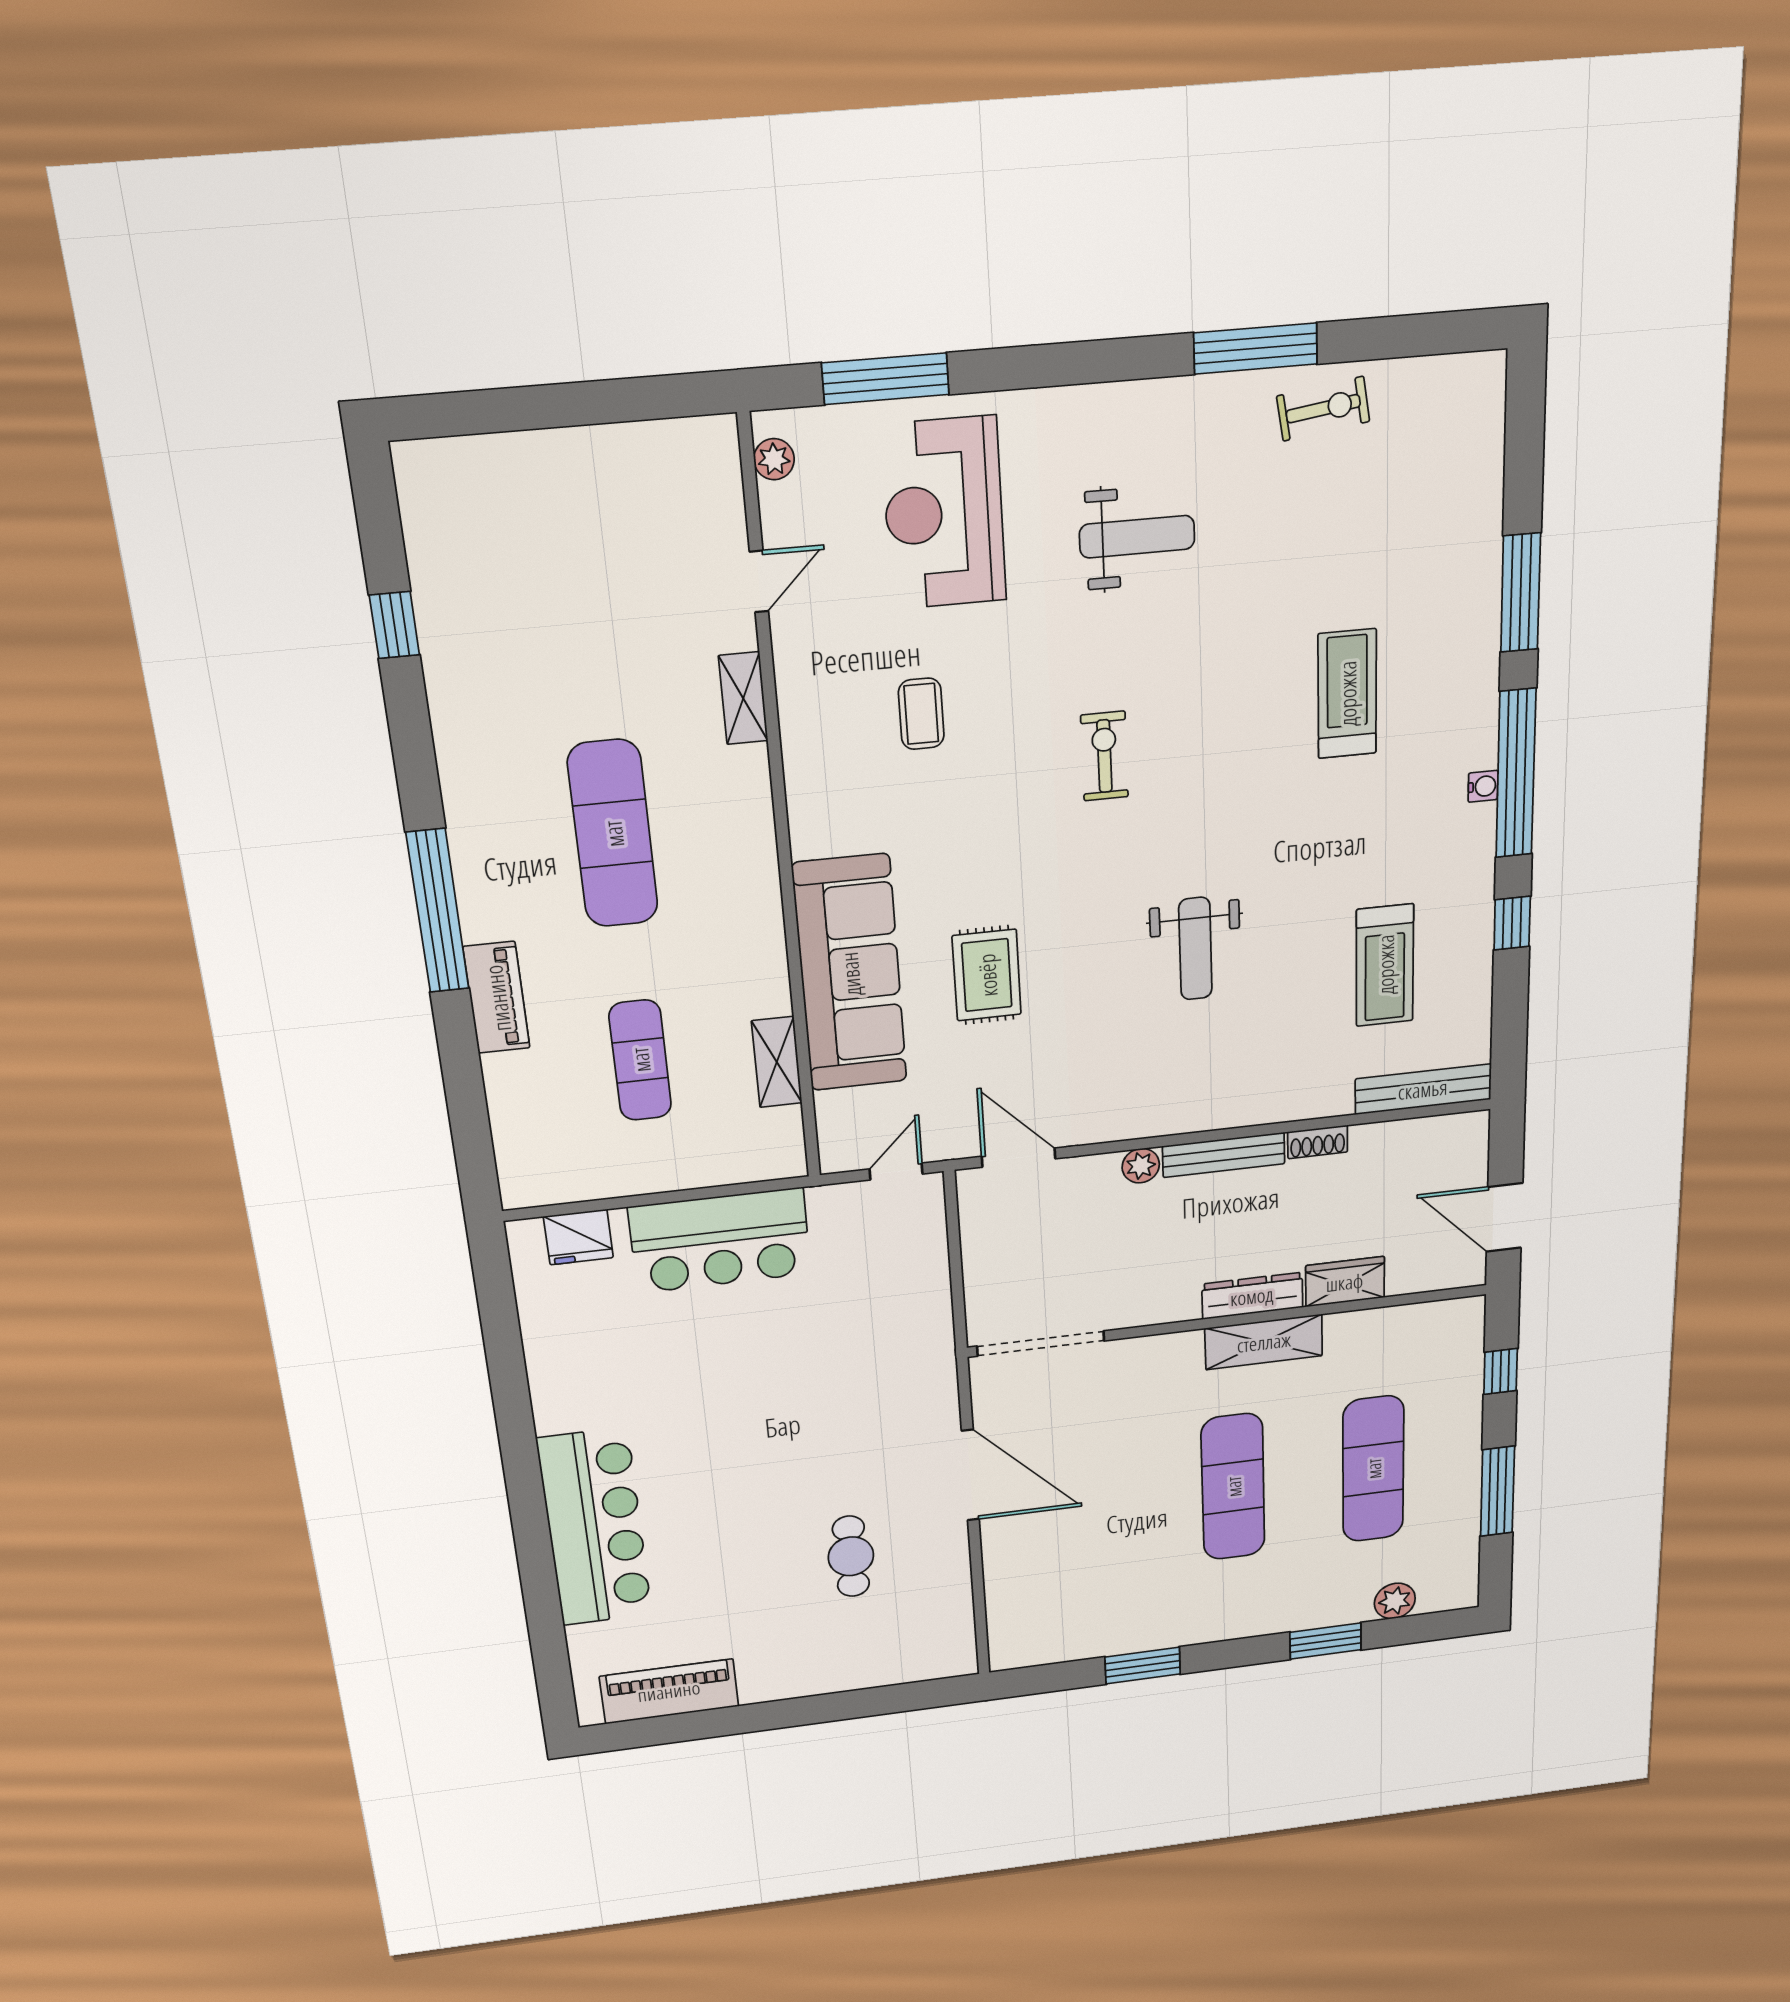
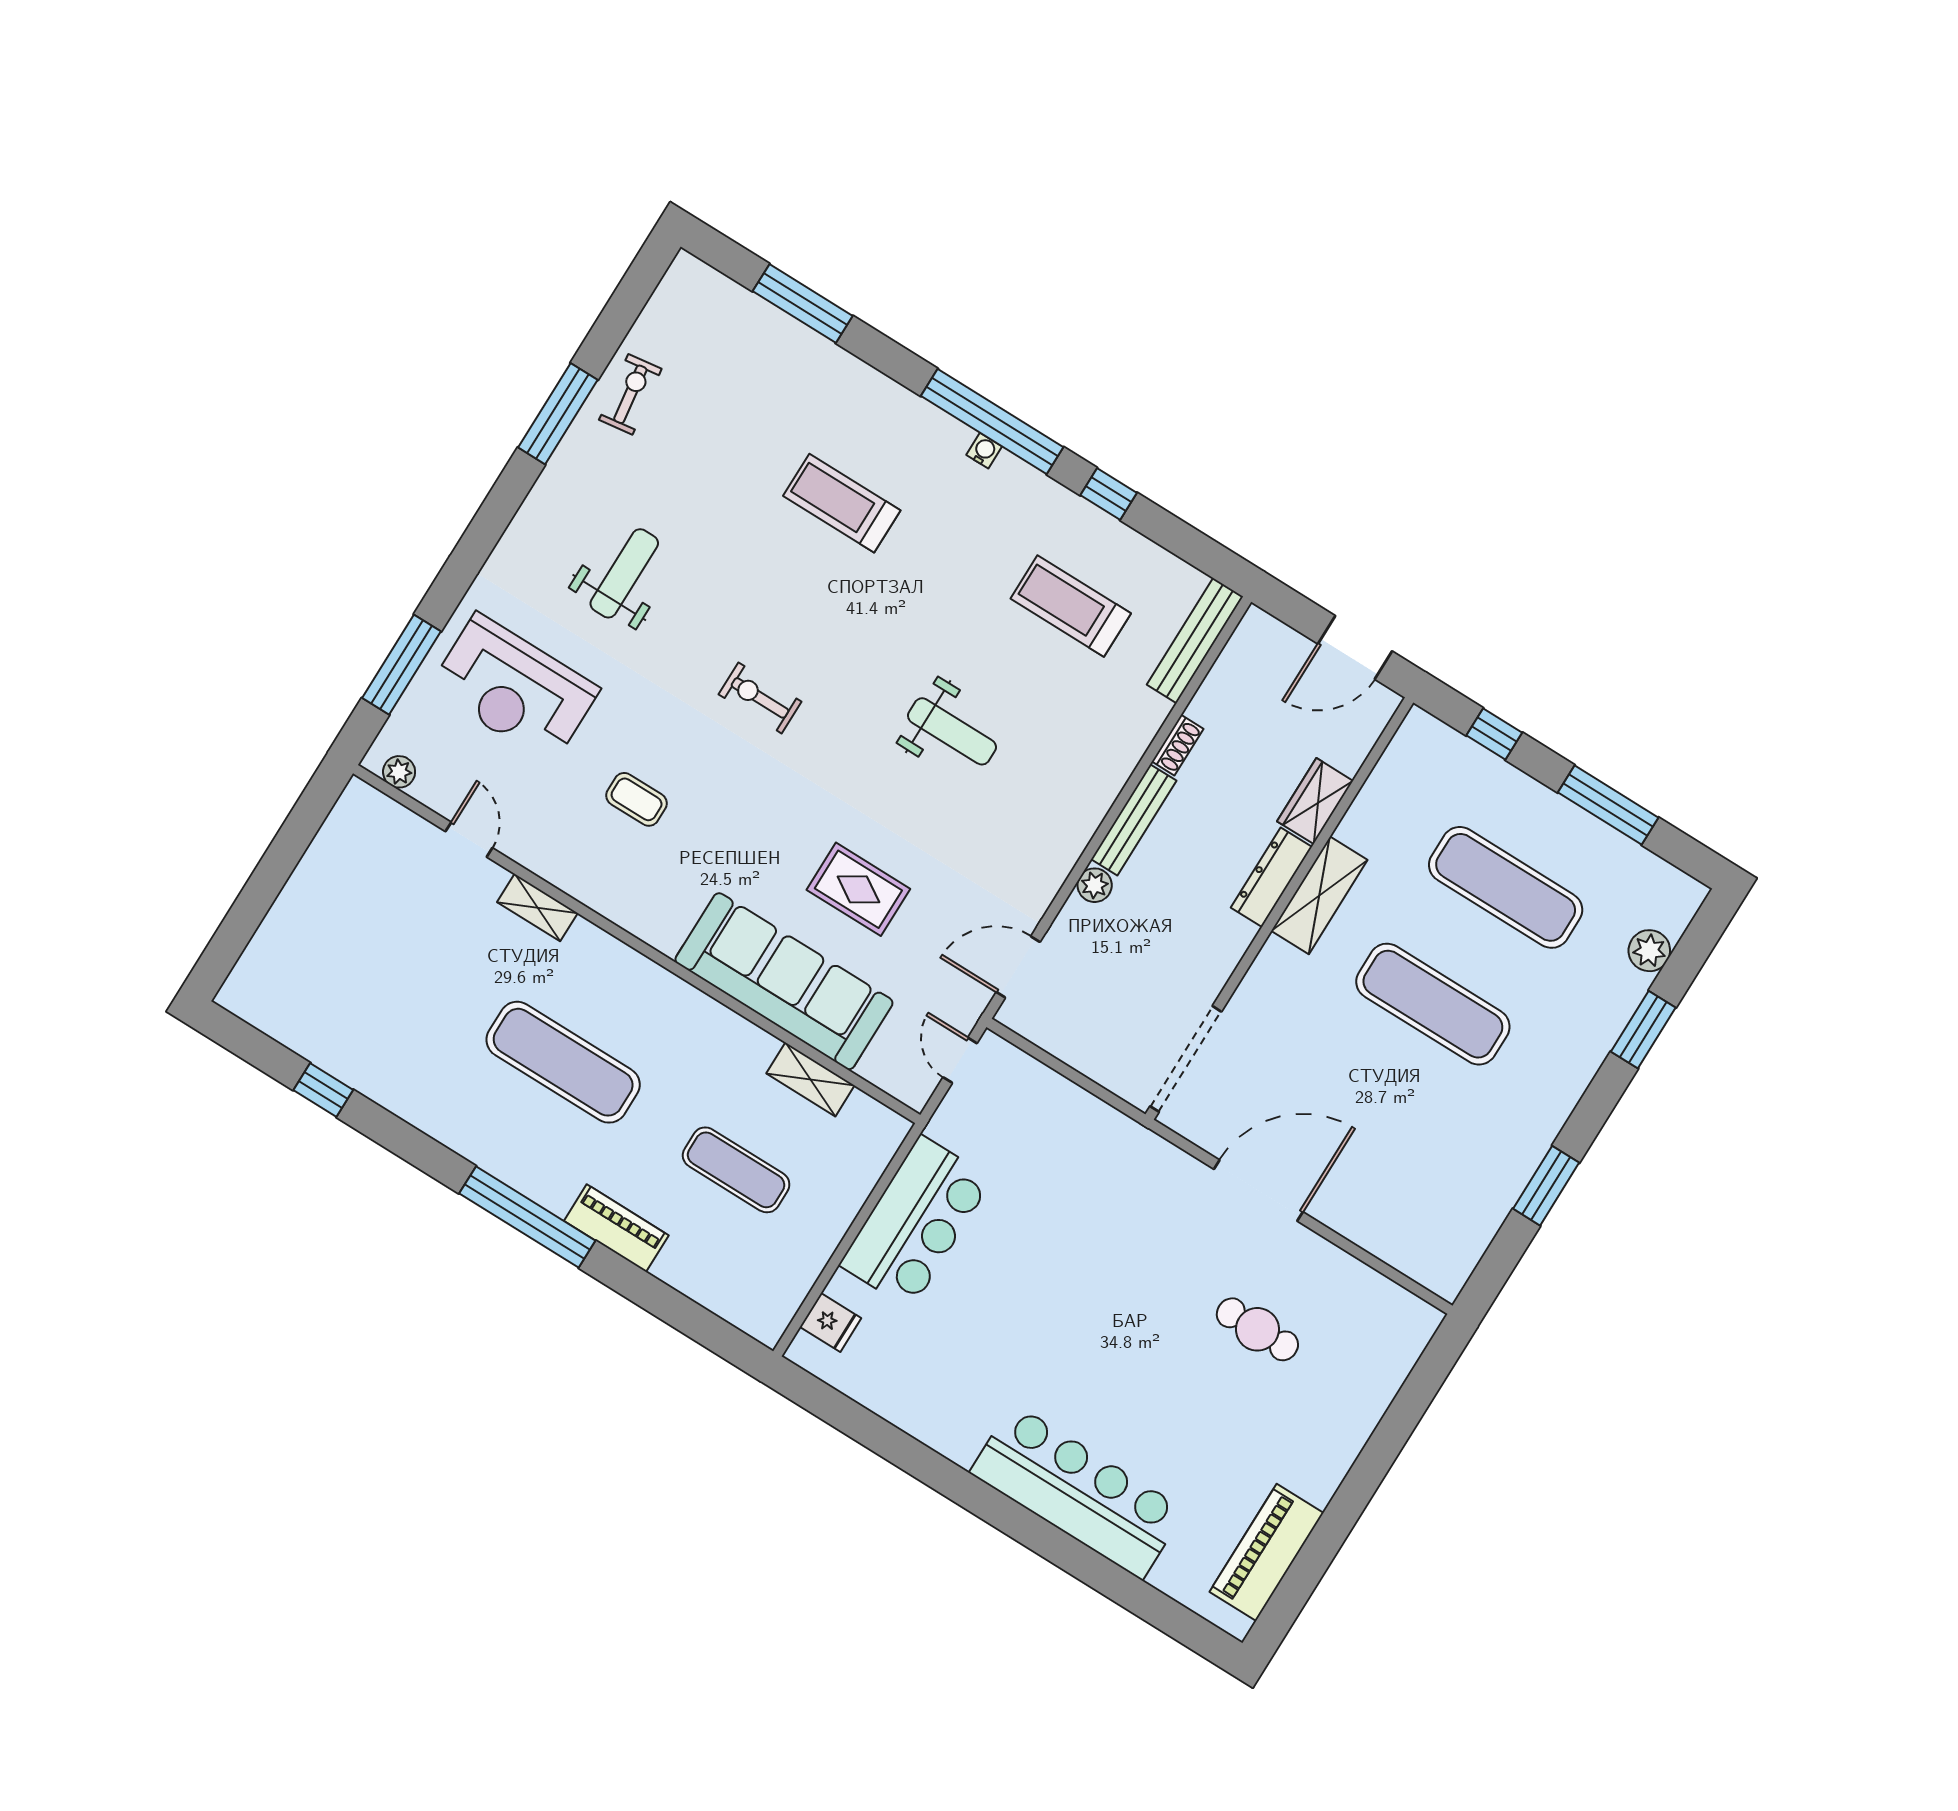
window: (1521, 593) -> (803, 304), moved
treadmill: (1385, 965) -> (1071, 606), turned 180
fridge: (578, 1237) -> (831, 1323), width x0.72

